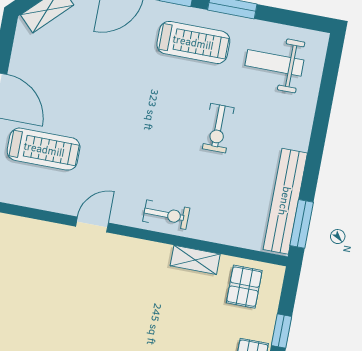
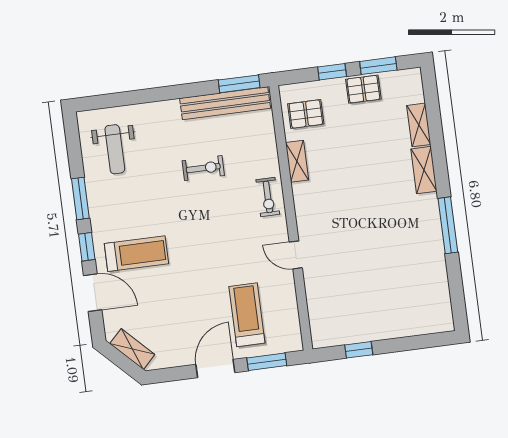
treadmill: (193, 42) -> (136, 254), moved, turned 90
exercise bike: (218, 128) -> (203, 168), moved
exercise bike: (166, 215) -> (268, 197), turned 180

